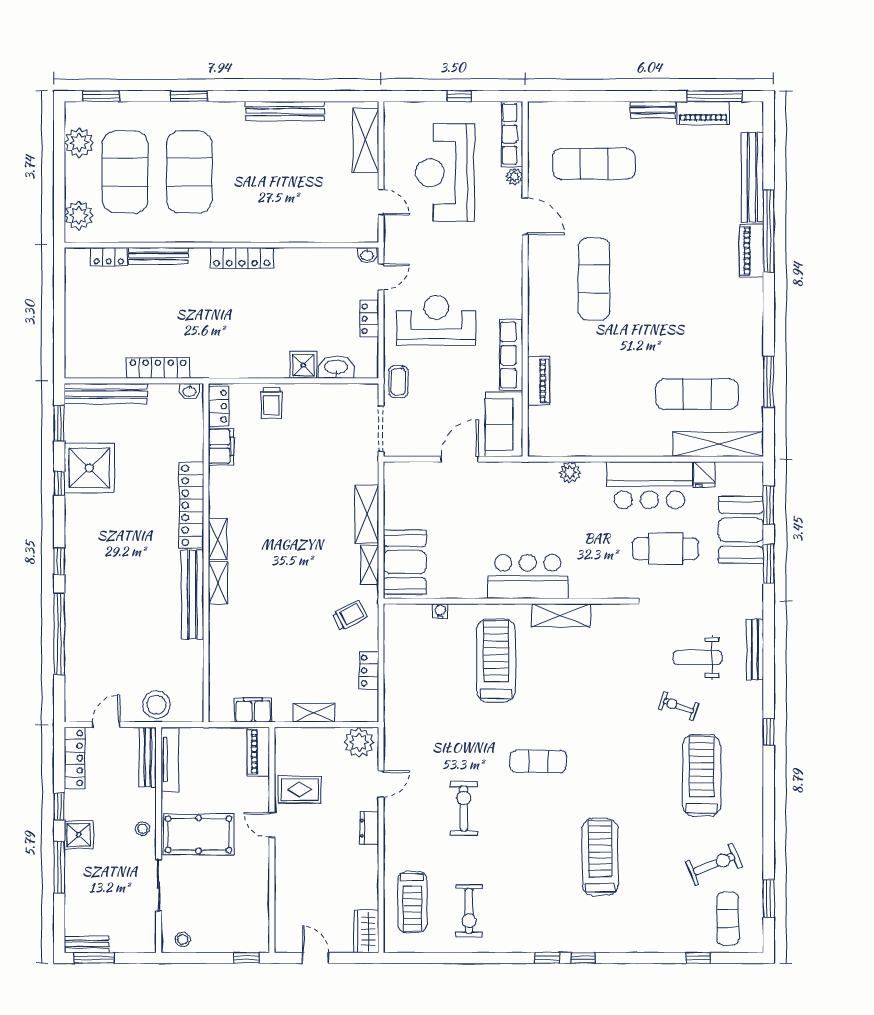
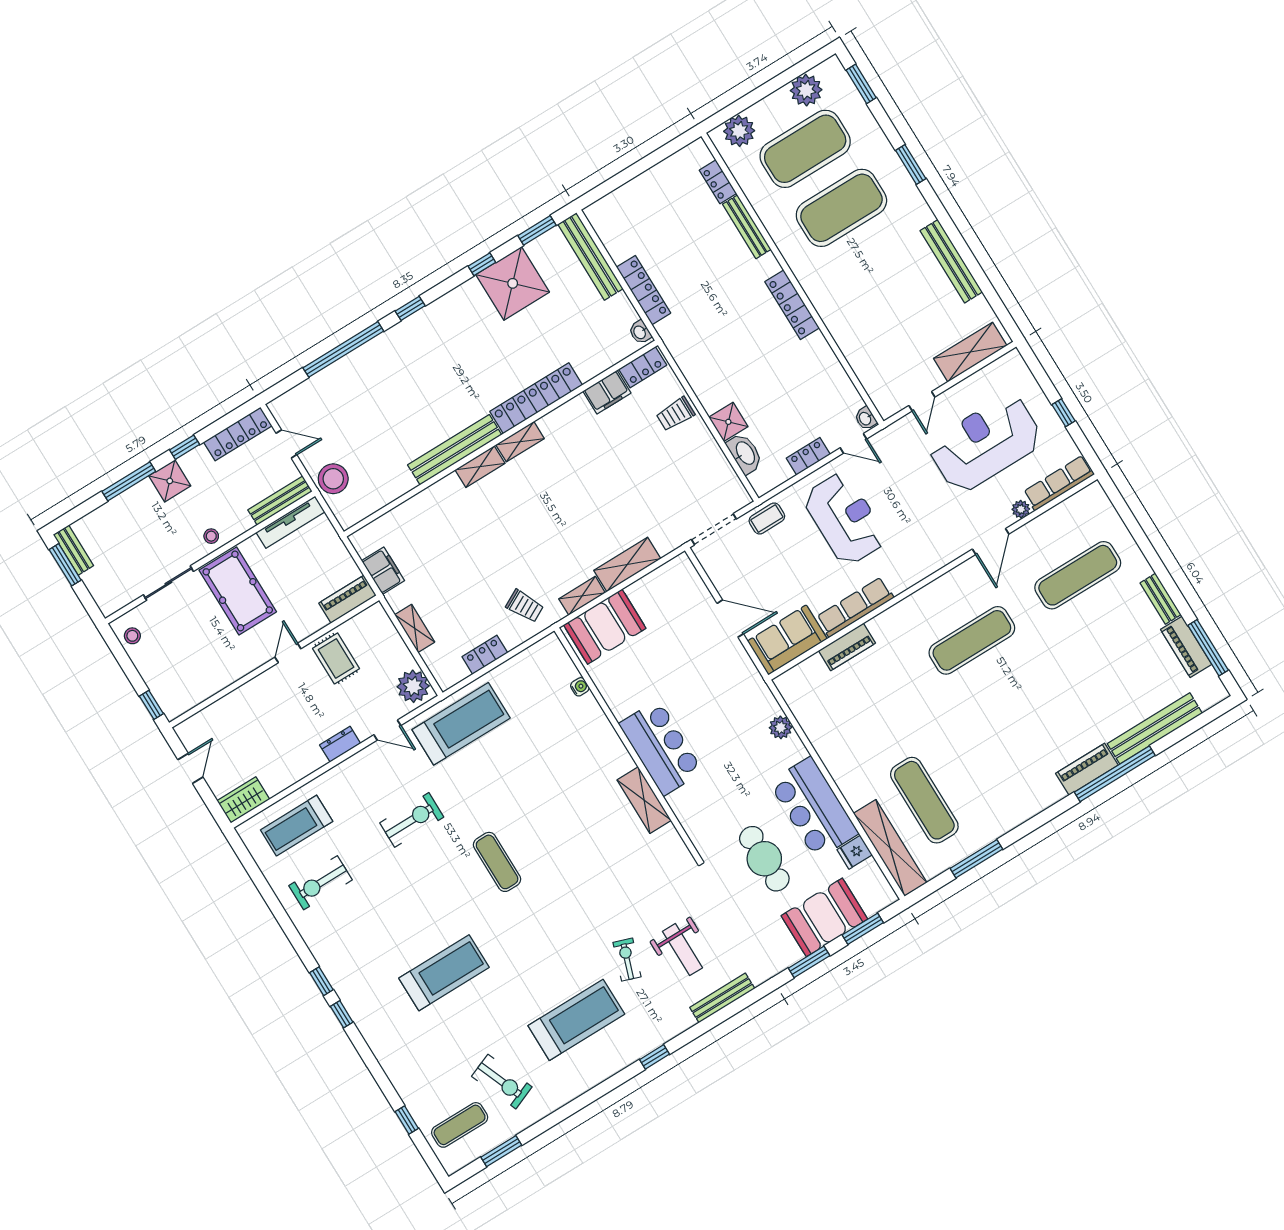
exercise mat: (594, 164) -> (1078, 575), turned 90
weight bench: (698, 657) -> (683, 950), turned 180
treadmill: (496, 660) -> (461, 724), moved

